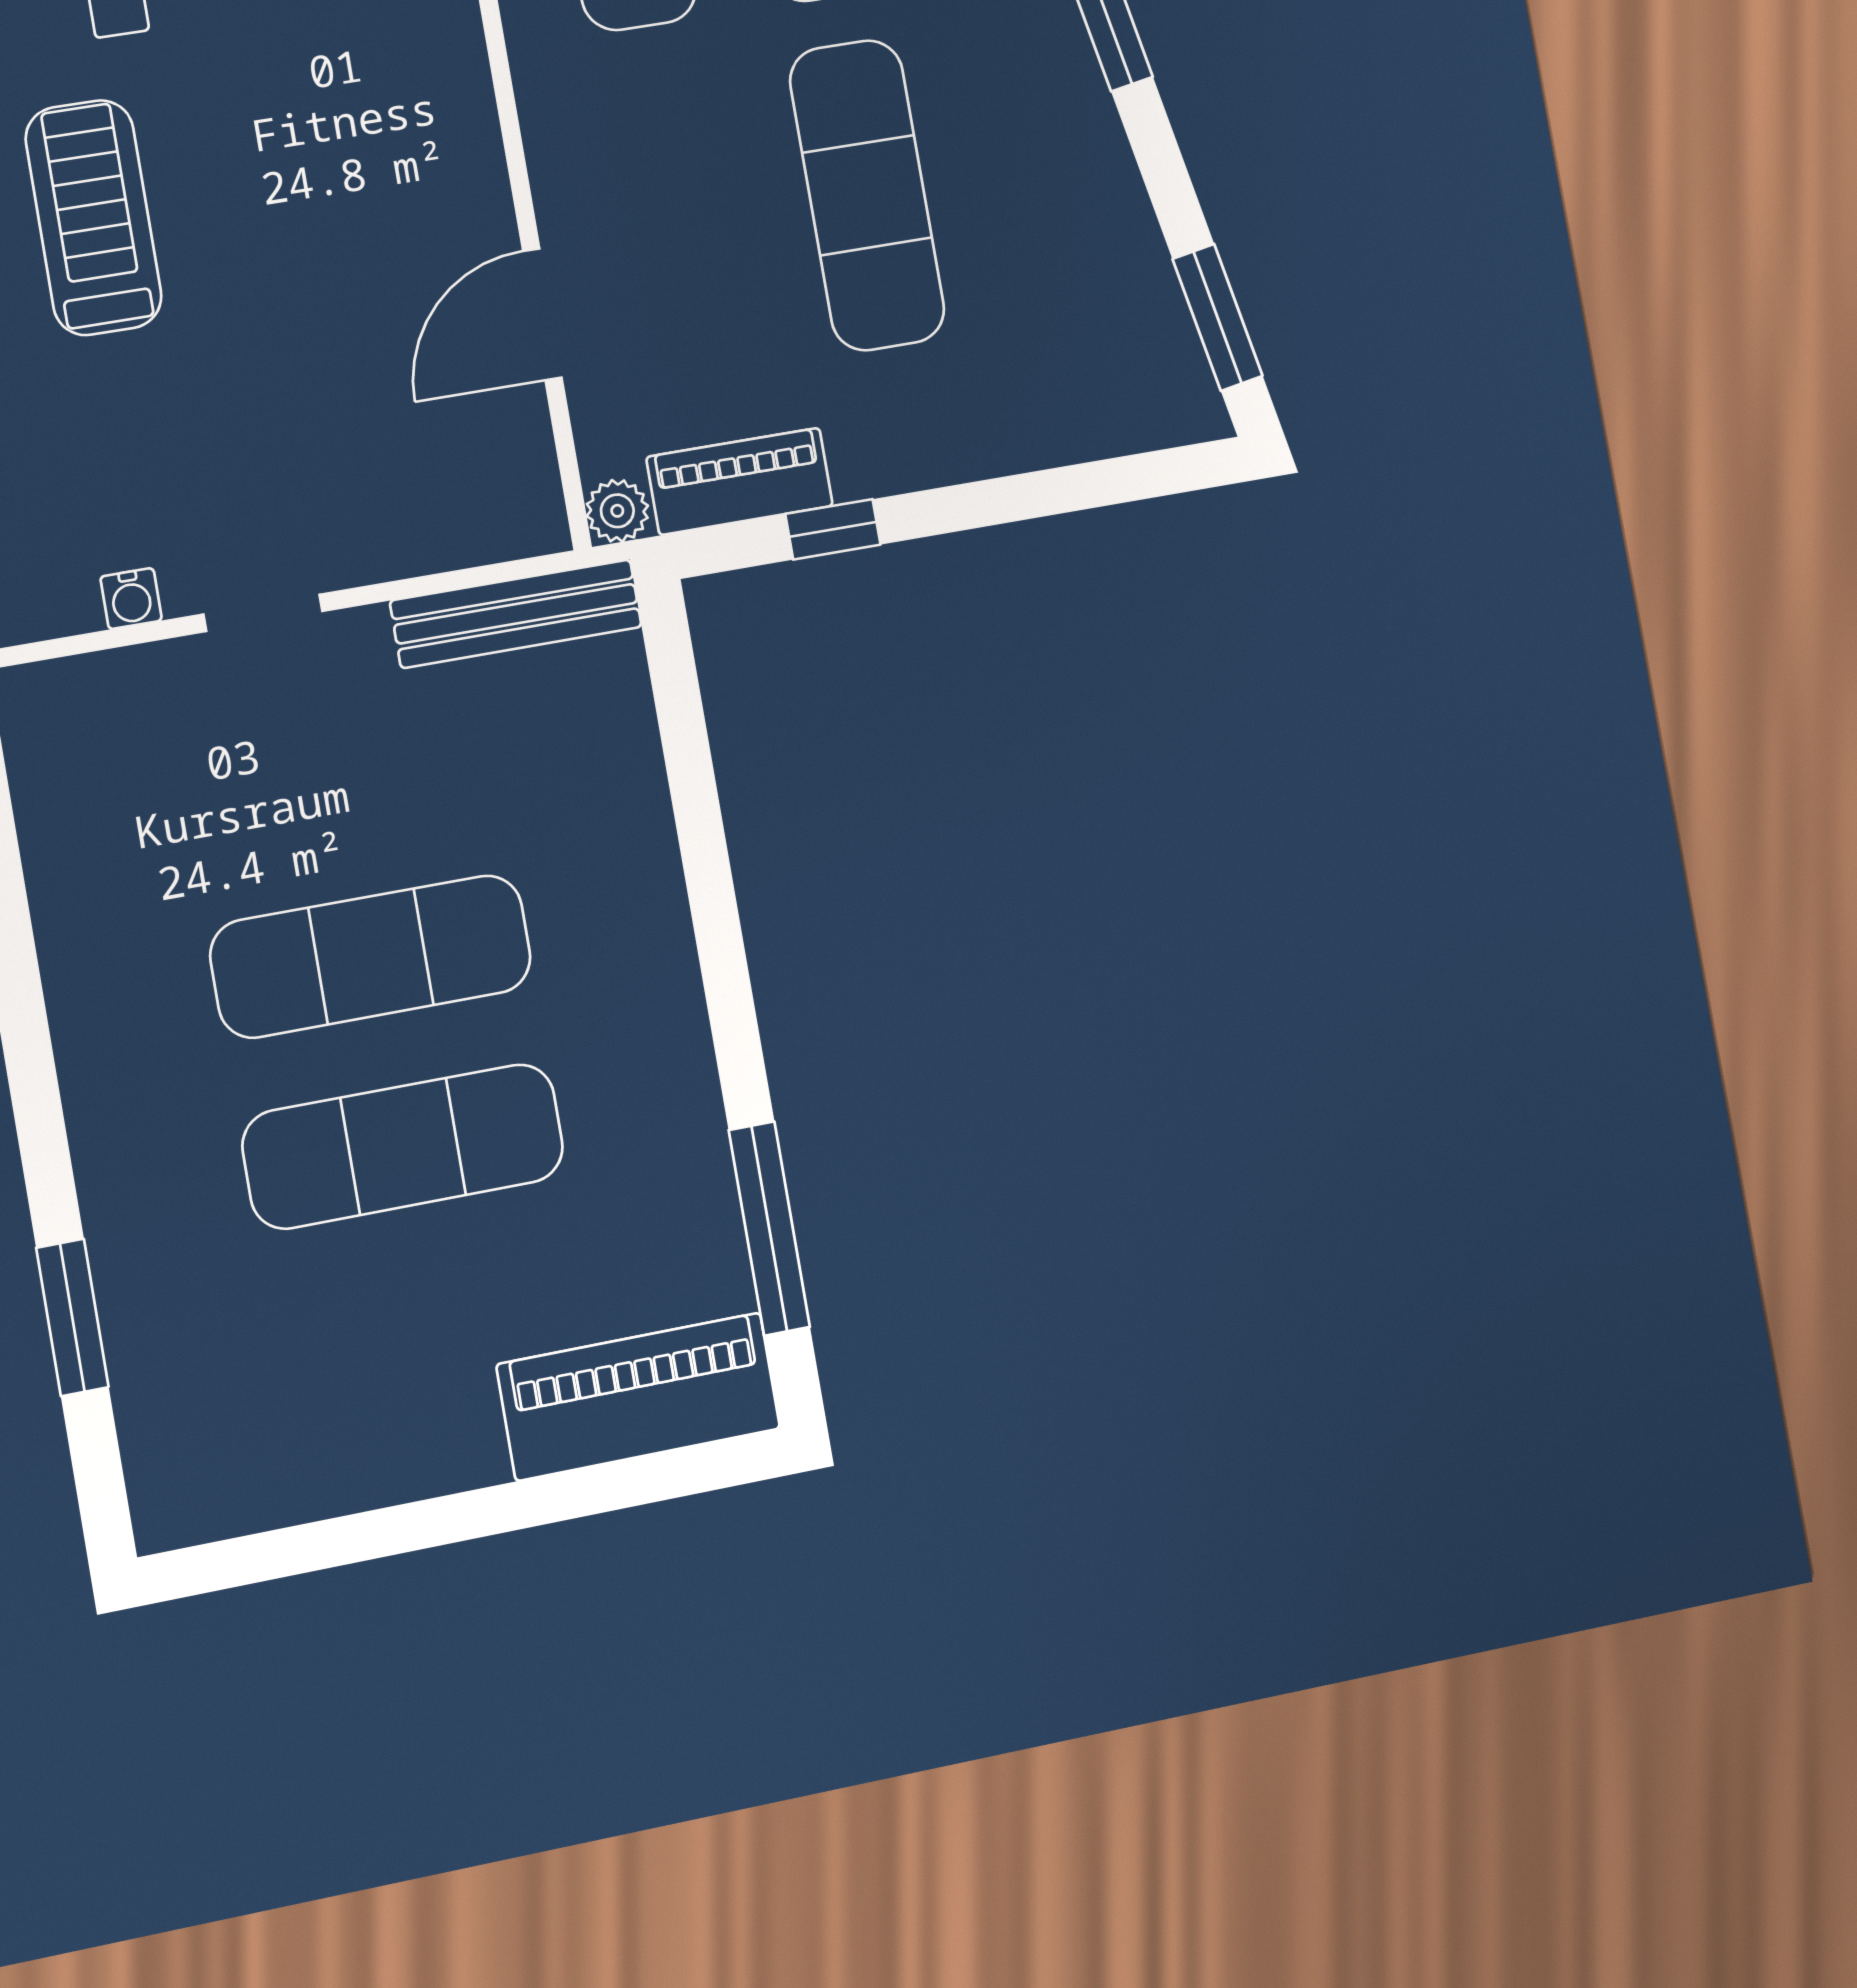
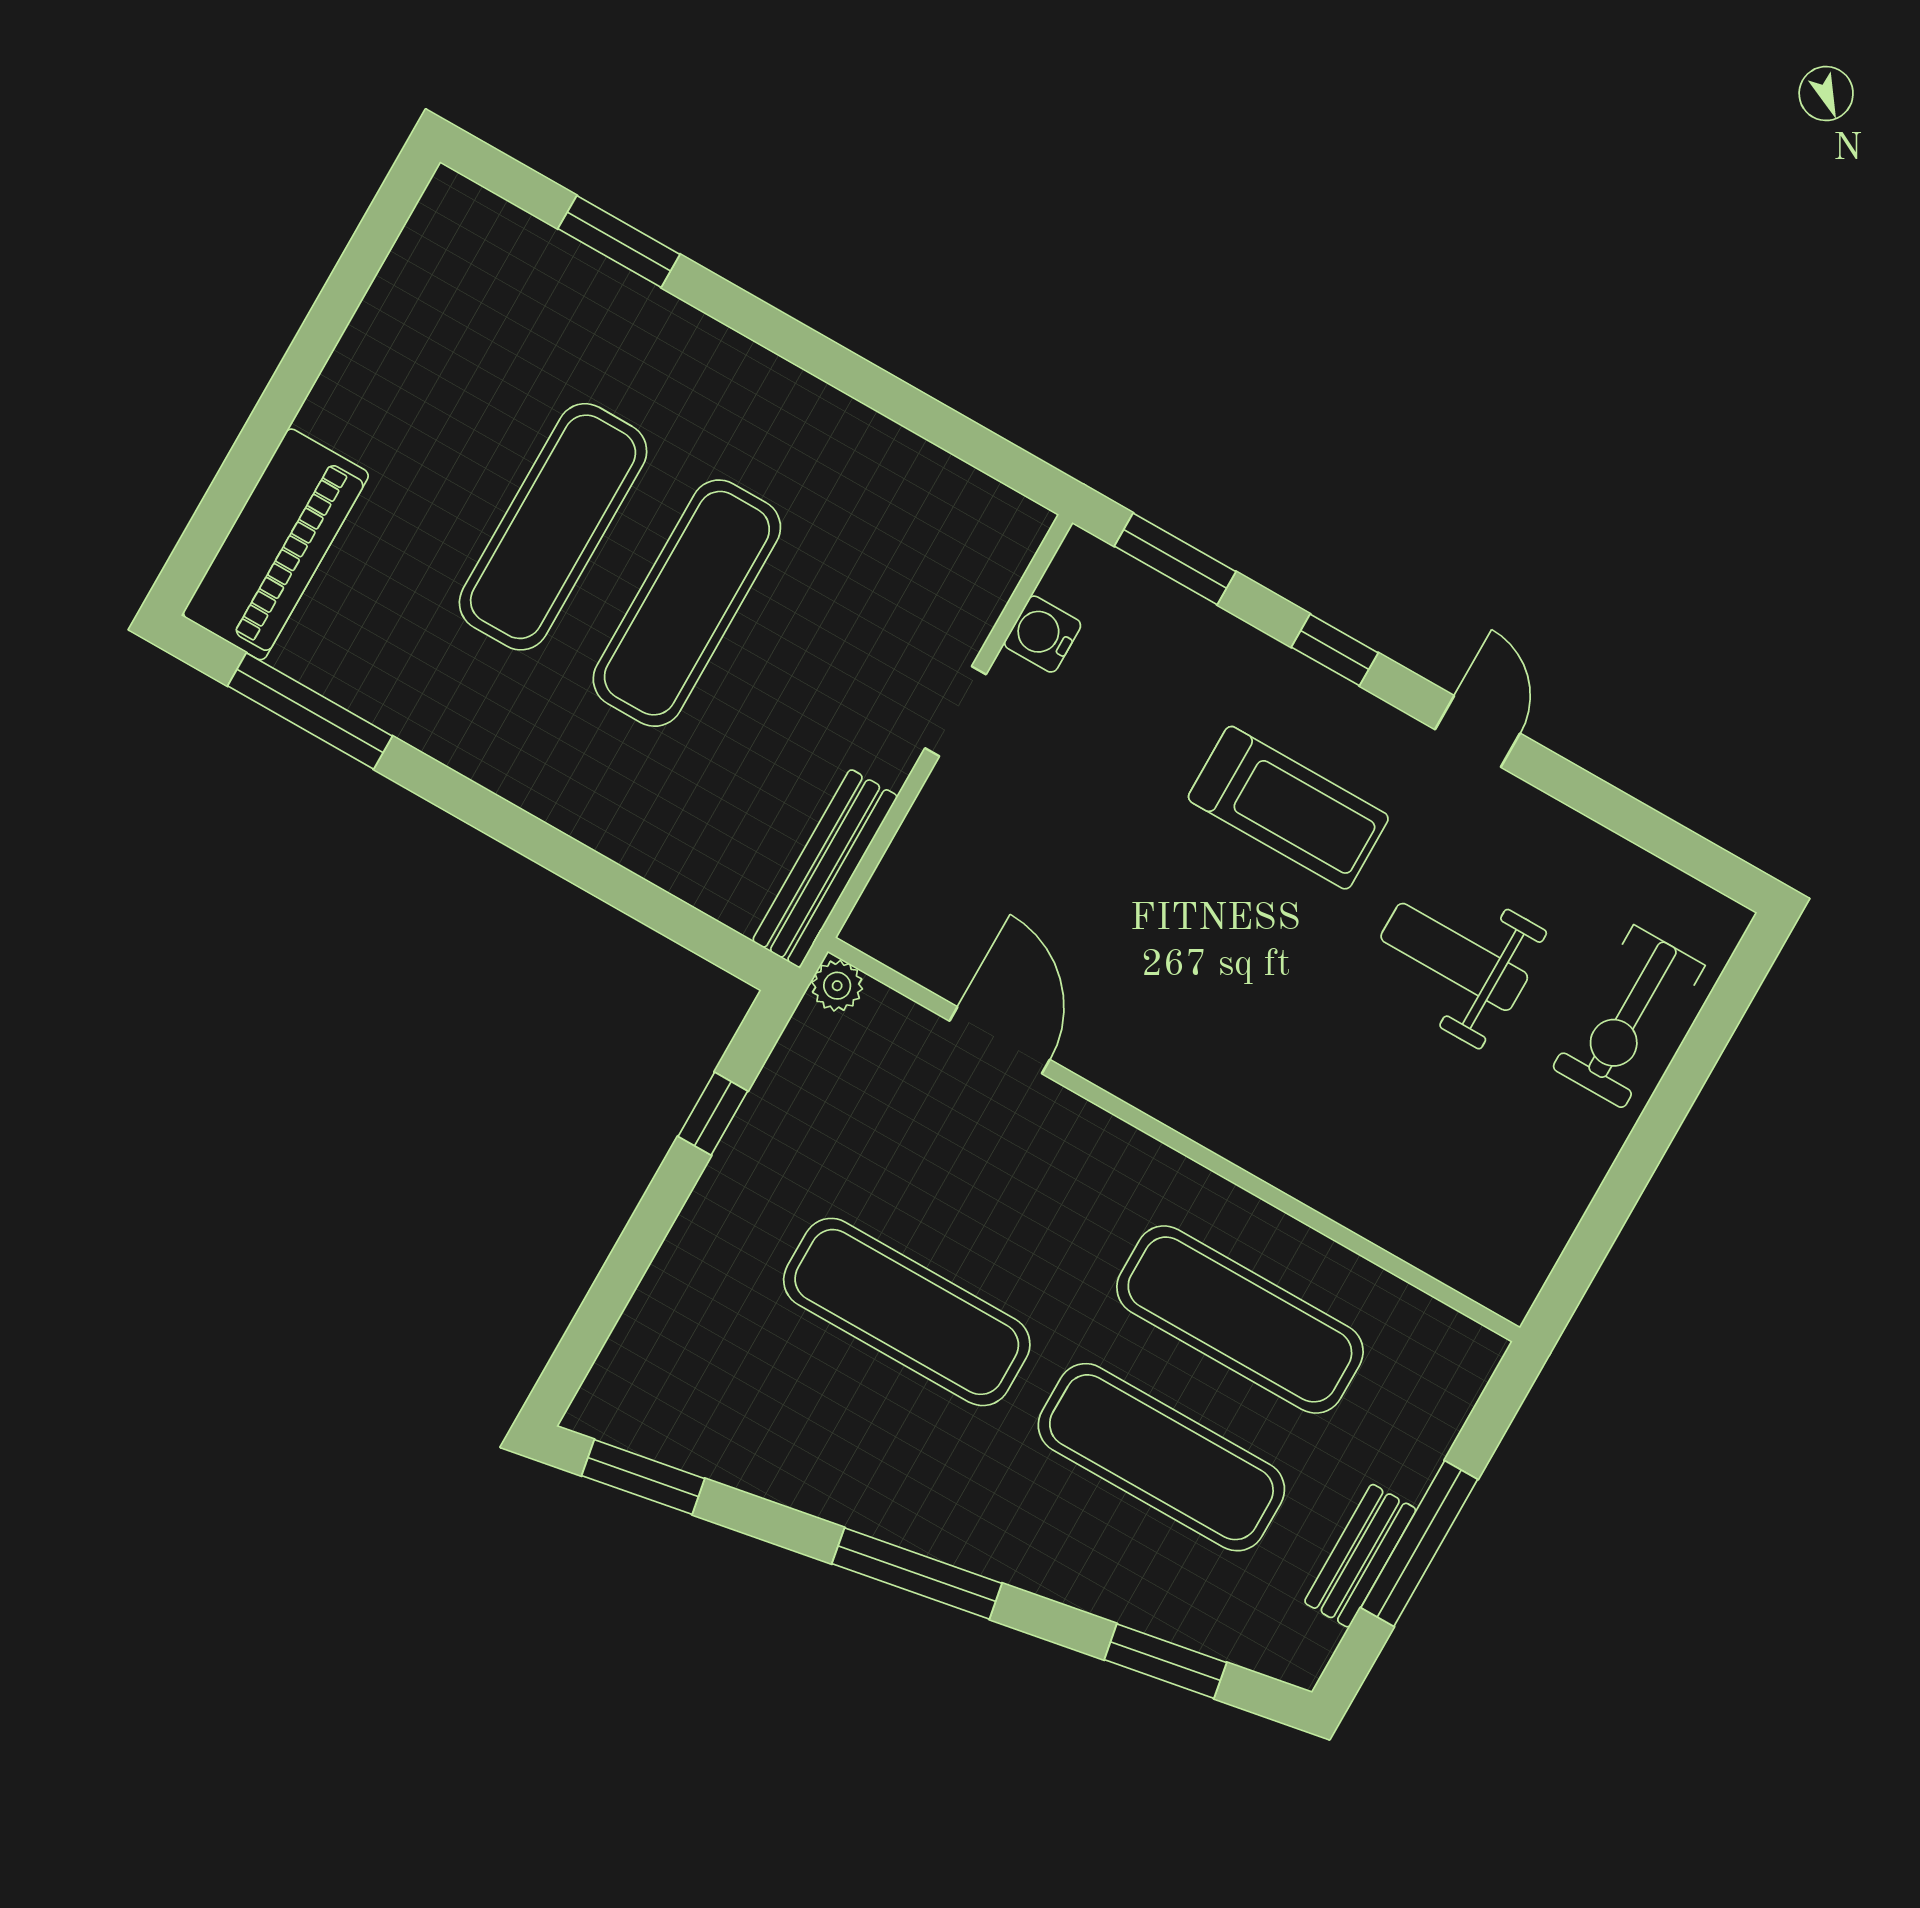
piano: (740, 481) -> (792, 1079), removed
water cooler: (131, 599) -> (1043, 634), width x1.38, depth x1.38

